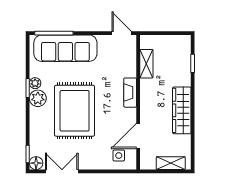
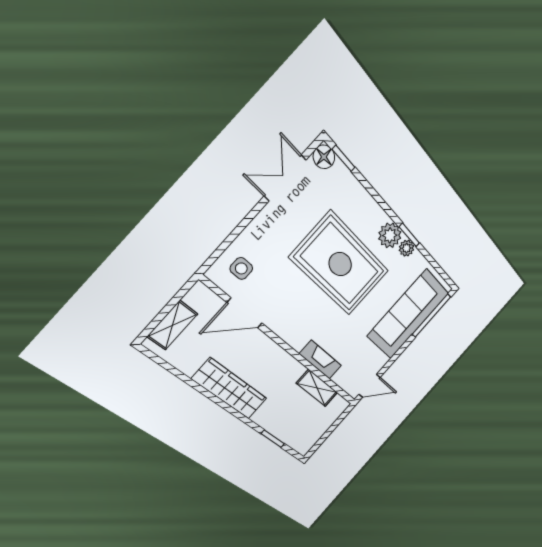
fireplace: (130, 93) -> (320, 360), moved
door: (138, 136) -> (245, 313), swing flipped
double door: (62, 171) -> (285, 178), swing flipped

